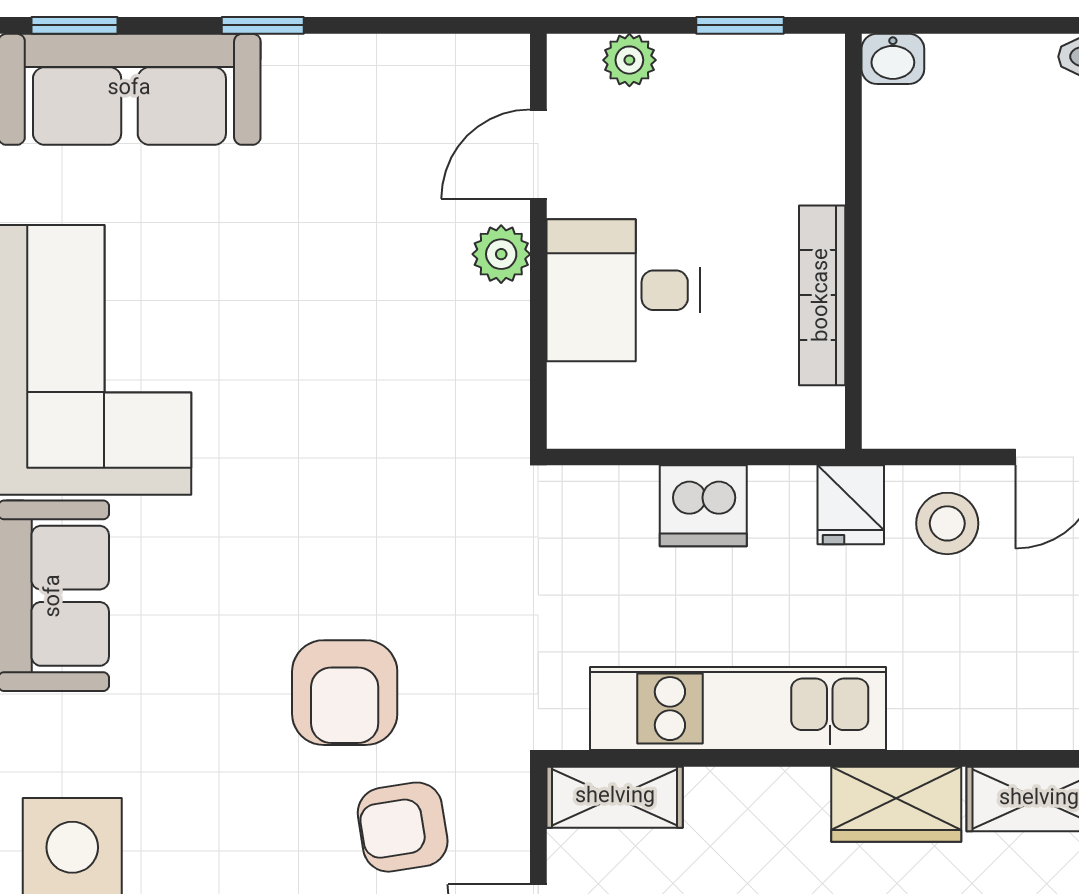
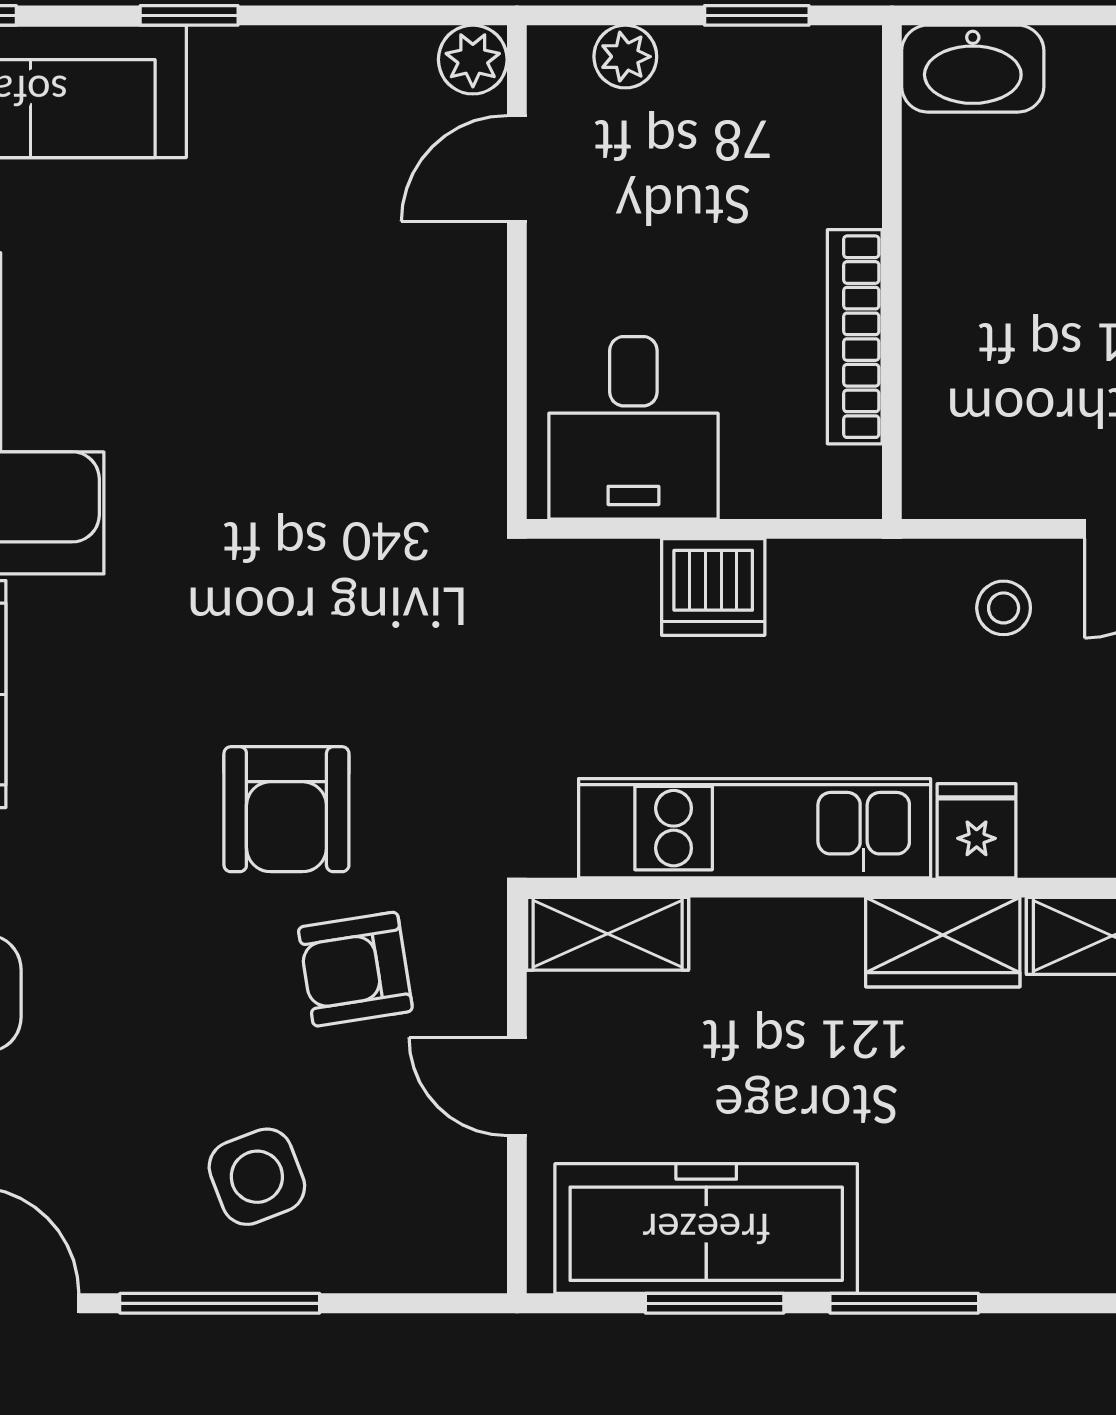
washbasin: (893, 59) -> (973, 69), width x1.91, depth x1.45
plant: (501, 254) -> (473, 60), moved
desk: (623, 290) -> (633, 428), moved, turned -90
fridge: (851, 505) -> (977, 831), moved, turned 180
stool: (947, 523) -> (1004, 608), width x0.73, depth x0.73

